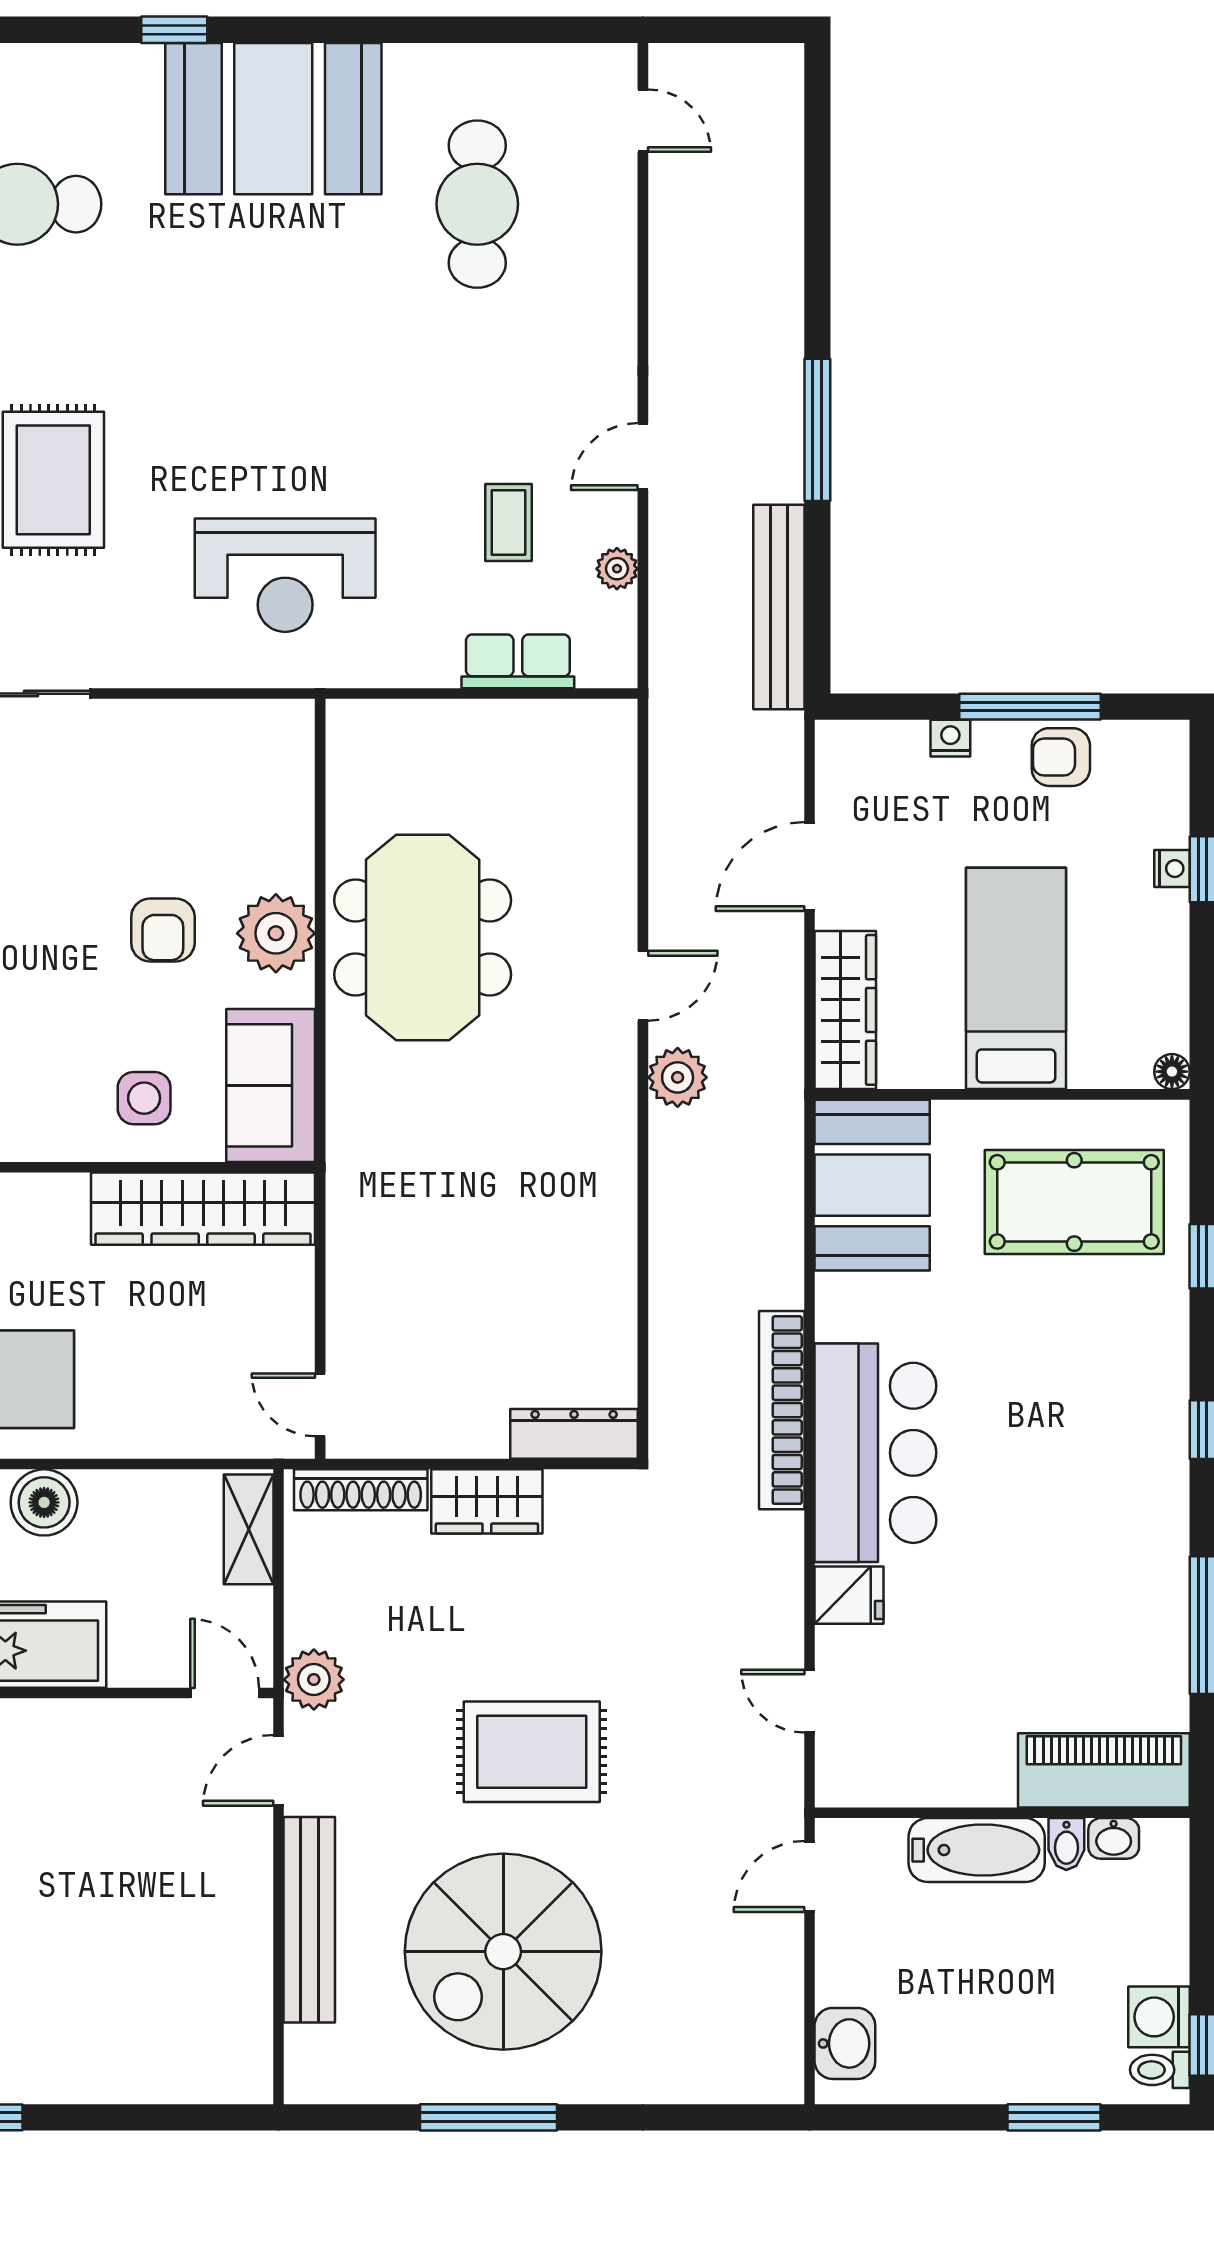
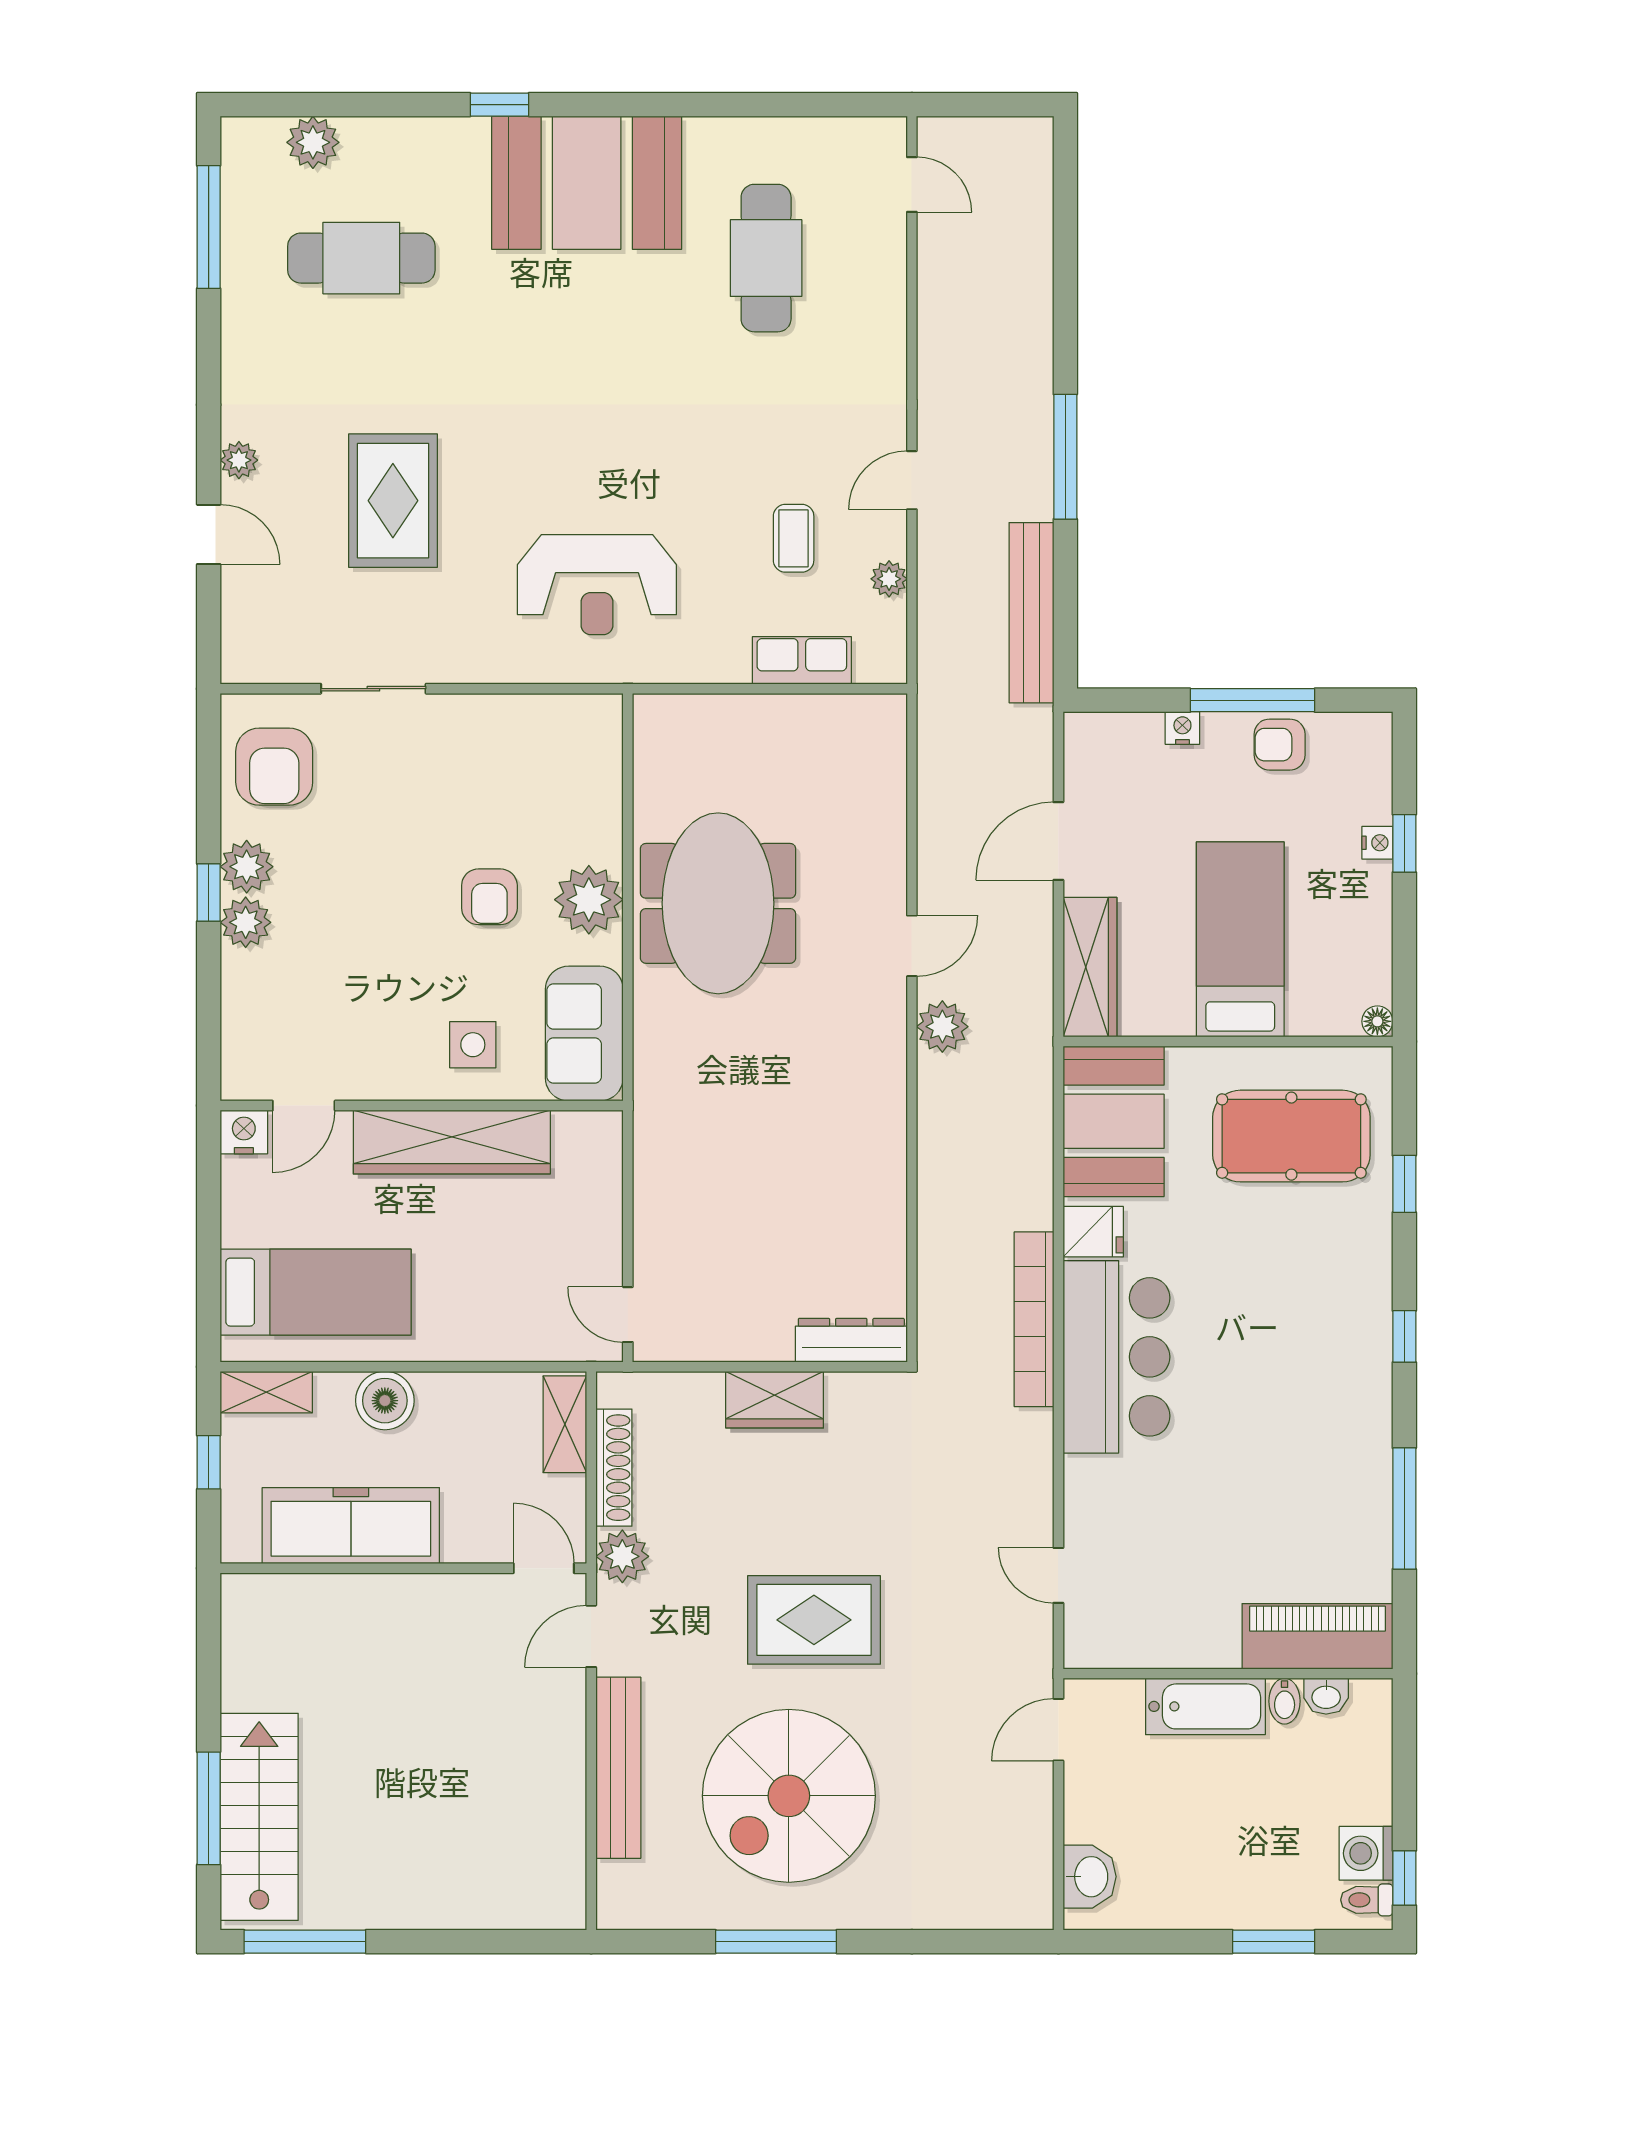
wardrobe: (203, 1209) -> (452, 1142), moved
shoe rack: (361, 1490) -> (614, 1468), moved, turned -90
fridge: (849, 1595) -> (1093, 1232), moved

